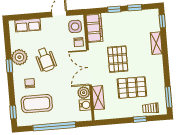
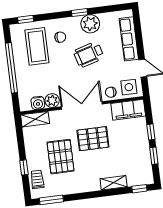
row of seats: (28, 25) -> (129, 39), width x1.48
shelving: (98, 98) -> (35, 119), moved

